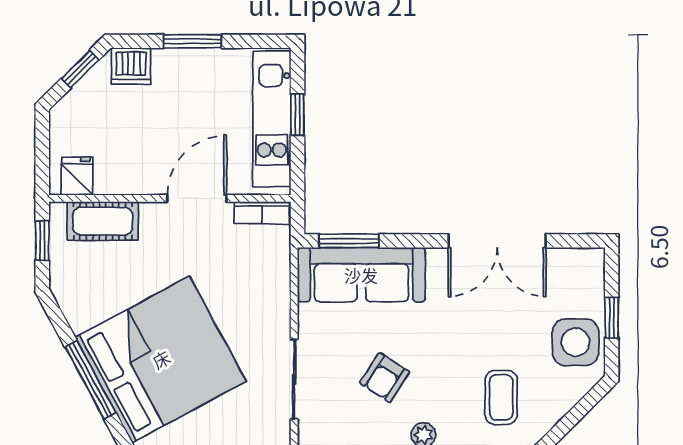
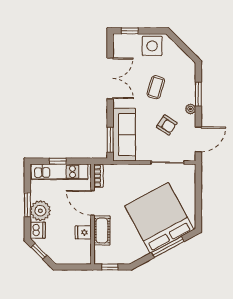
plant: (178, 73) -> (40, 211), added
fridge: (77, 176) -> (83, 232), moved
cot: (103, 221) -> (102, 230), moved
window: (612, 318) -> (130, 31), moved
coffee table: (501, 397) -> (156, 87), moved, turned -73

